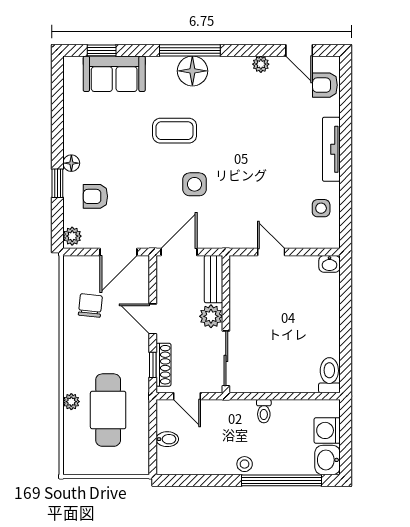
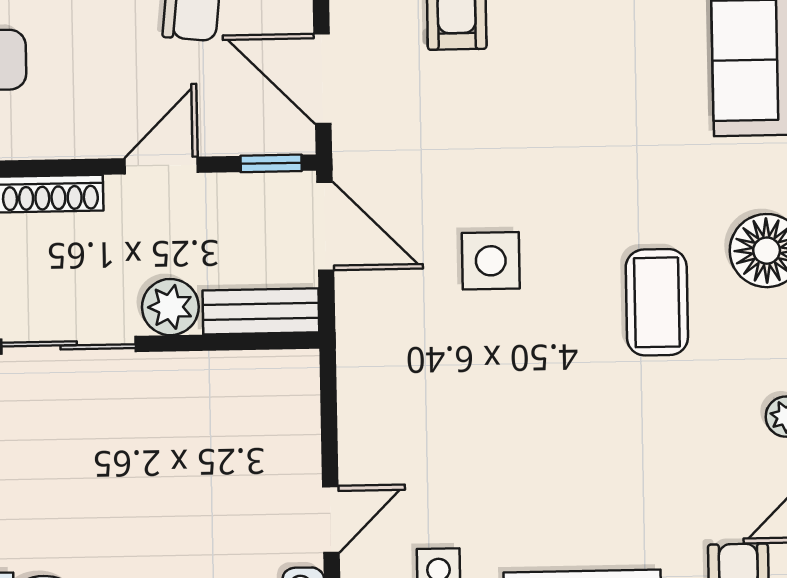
coffee table: (175, 131) -> (657, 302), moved
door: (271, 252) -> (331, 519), moved
window: (153, 365) -> (271, 163), moved

